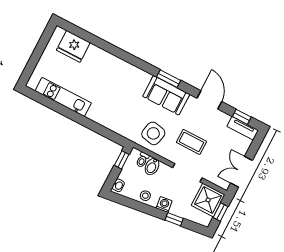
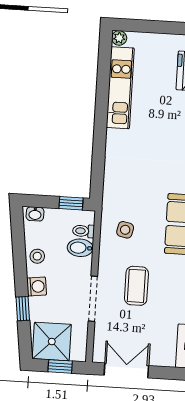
plant: (32, 84) -> (119, 38), added
side table: (153, 133) -> (125, 230), width x0.54, depth x0.54
shower: (208, 200) -> (52, 342), moved

